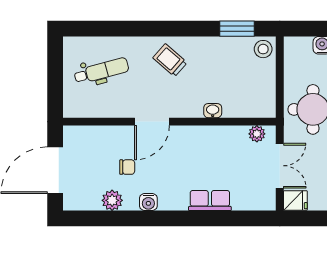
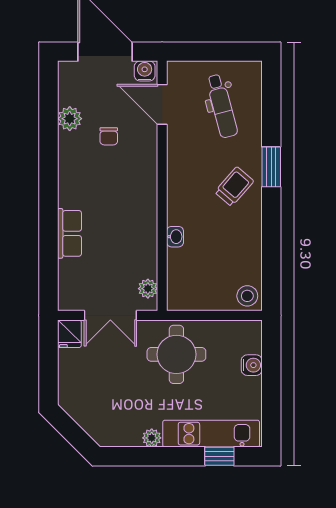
window: (237, 29) -> (271, 167), moved
door: (152, 122) -> (162, 104), moved
water cooler: (148, 202) -> (145, 71), moved, turned 90

